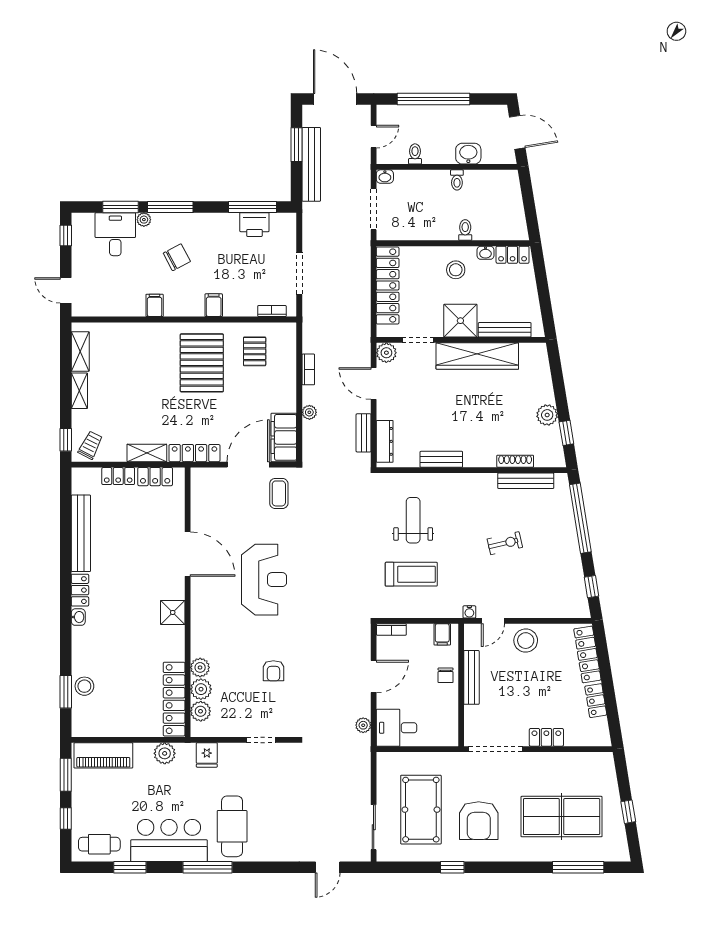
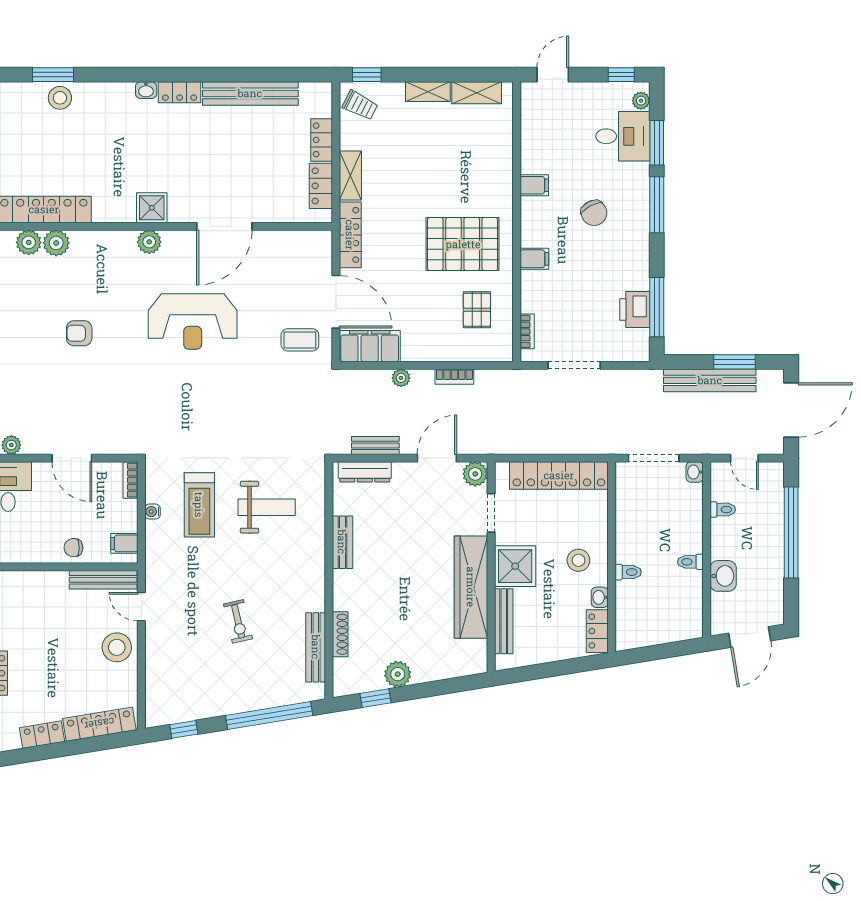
plant: (144, 220) -> (641, 101), moved
pallet: (255, 351) -> (477, 310), turned 90
water cooler: (469, 612) -> (152, 512), moved
plant: (200, 667) -> (149, 242), moved
bench: (471, 677) -> (103, 580), moved

